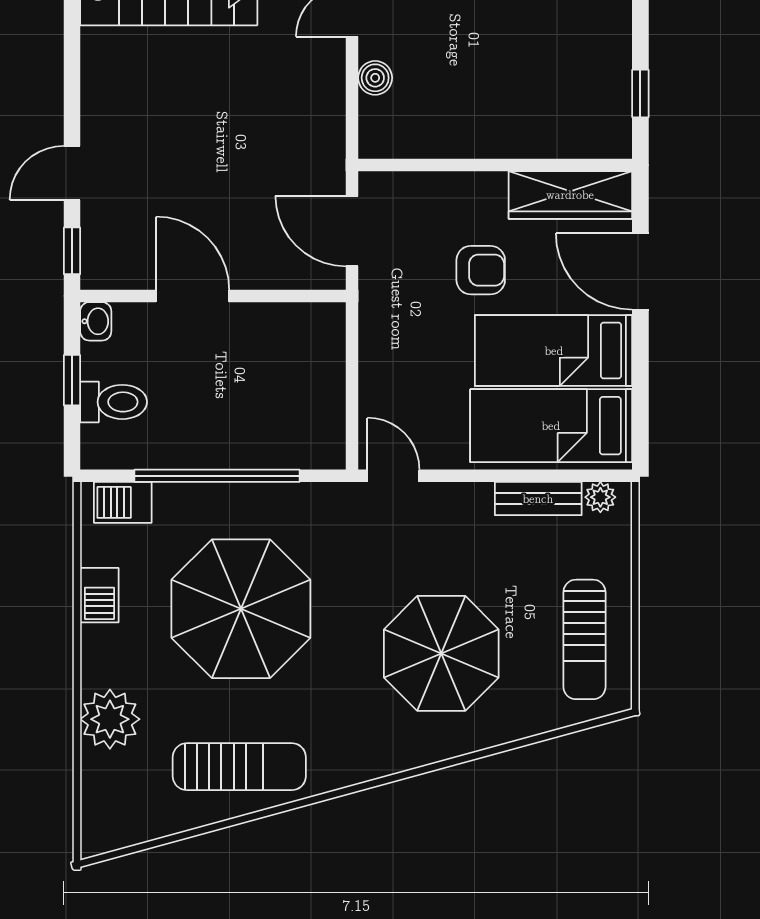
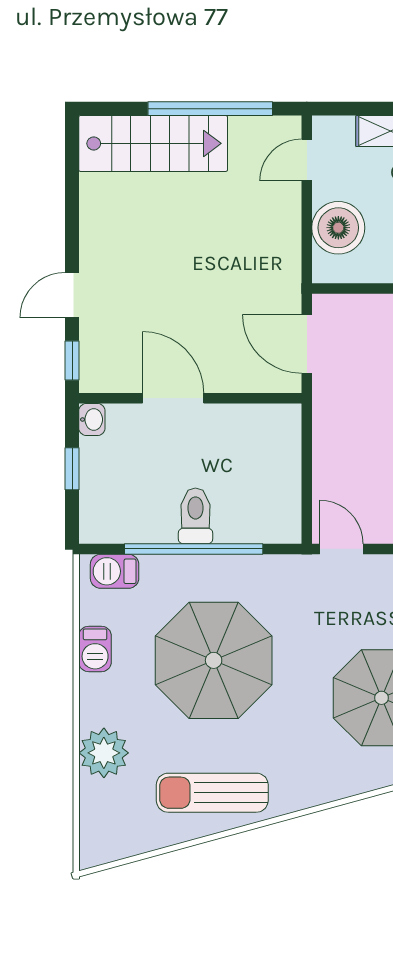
boiler: (375, 78) -> (338, 228), width x1.86, depth x1.86
toilet: (114, 402) -> (195, 516), moved, turned -90
sun lounger: (239, 767) -> (212, 793), turned 180

